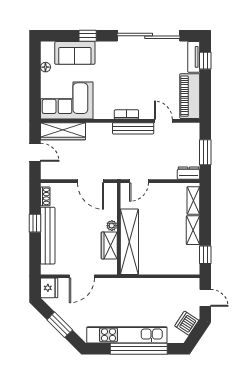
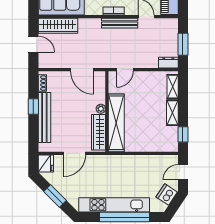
wardrobe: (109, 246) -> (99, 132), width x1.50
door: (205, 298) -> (183, 172), swing flipped

